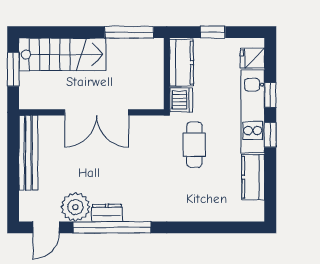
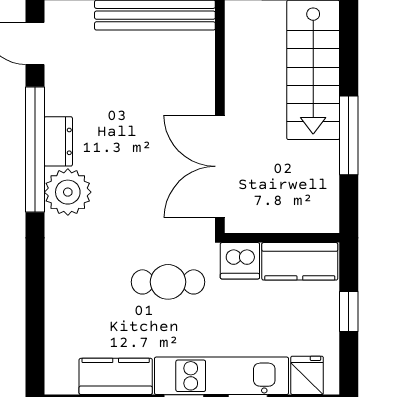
window: (129, 32) -> (349, 135), moved
double door: (97, 112) -> (220, 166), moved
plant: (75, 207) -> (68, 192), moved

